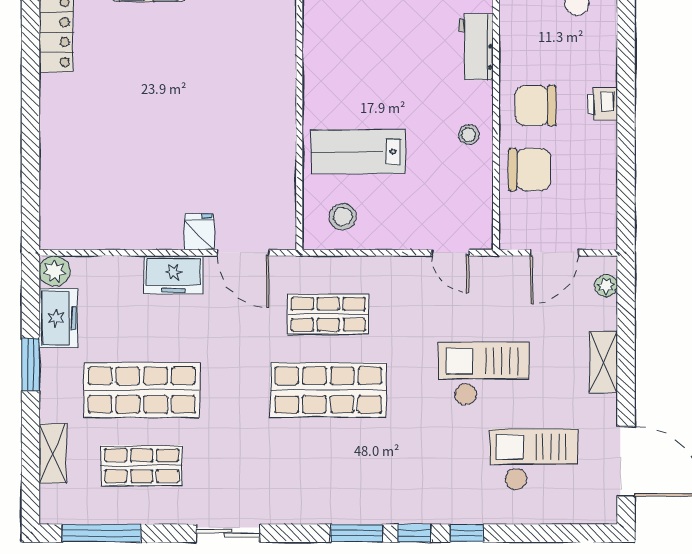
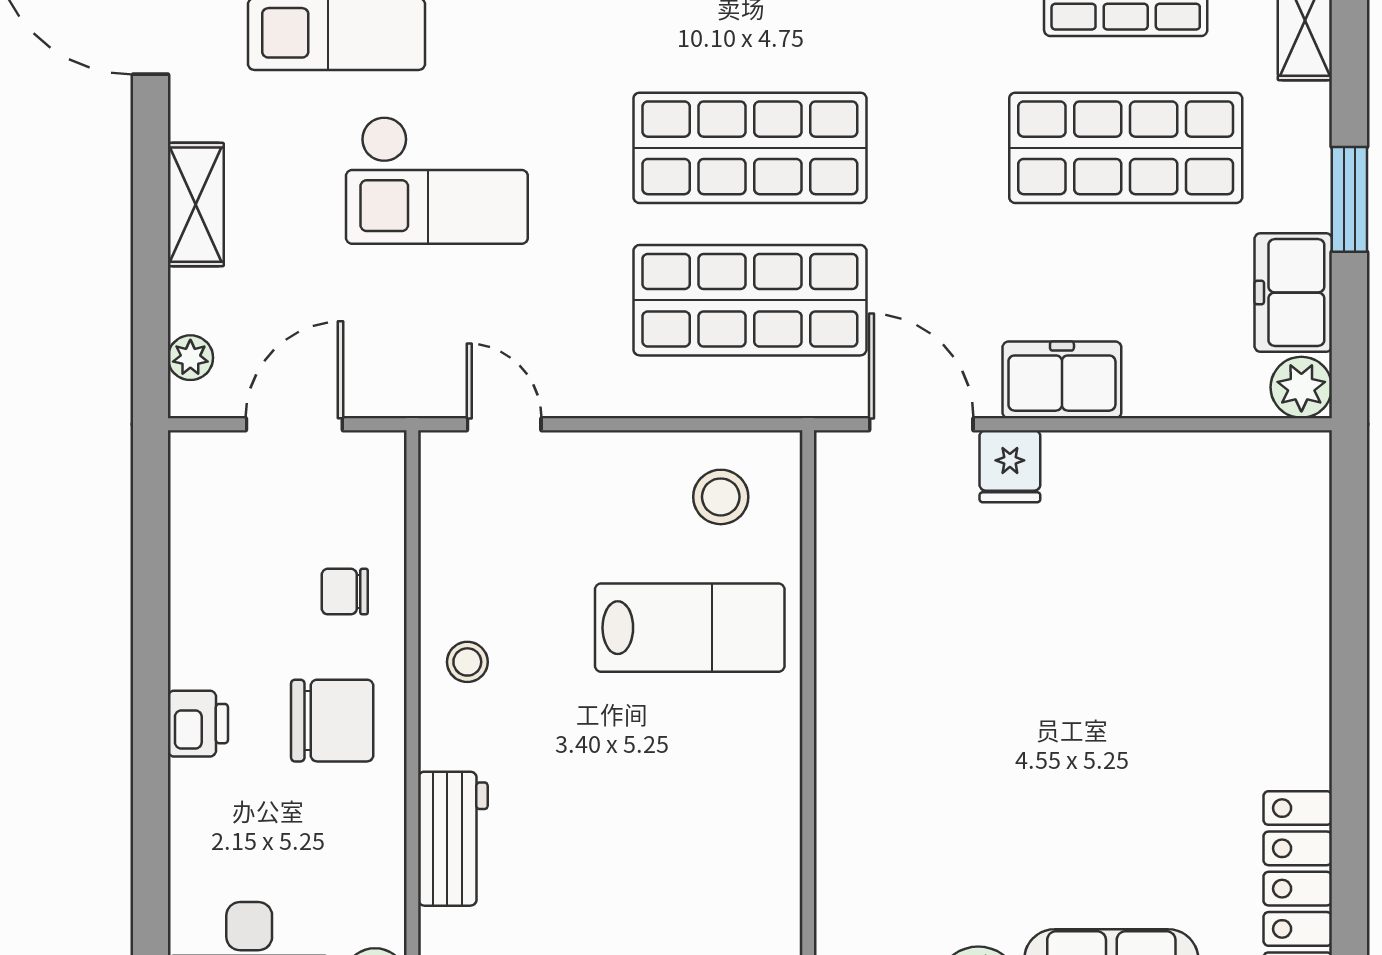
chair: (529, 170) -> (345, 592), width x0.54, depth x0.54
shop shelf: (328, 314) -> (750, 300), width x1.43, depth x1.36

